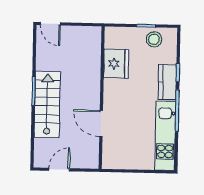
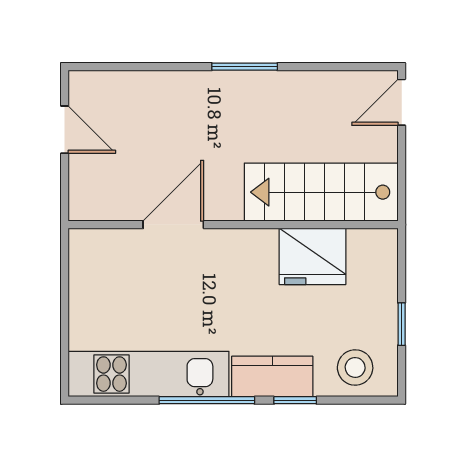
stool: (154, 39) -> (355, 367), moved
stairs: (47, 104) -> (321, 192), moved, turned 180

